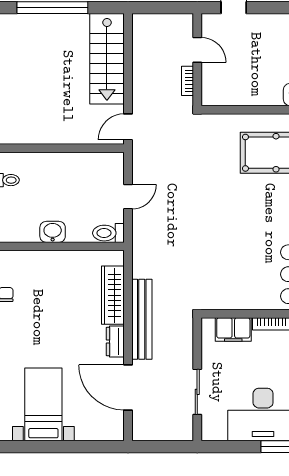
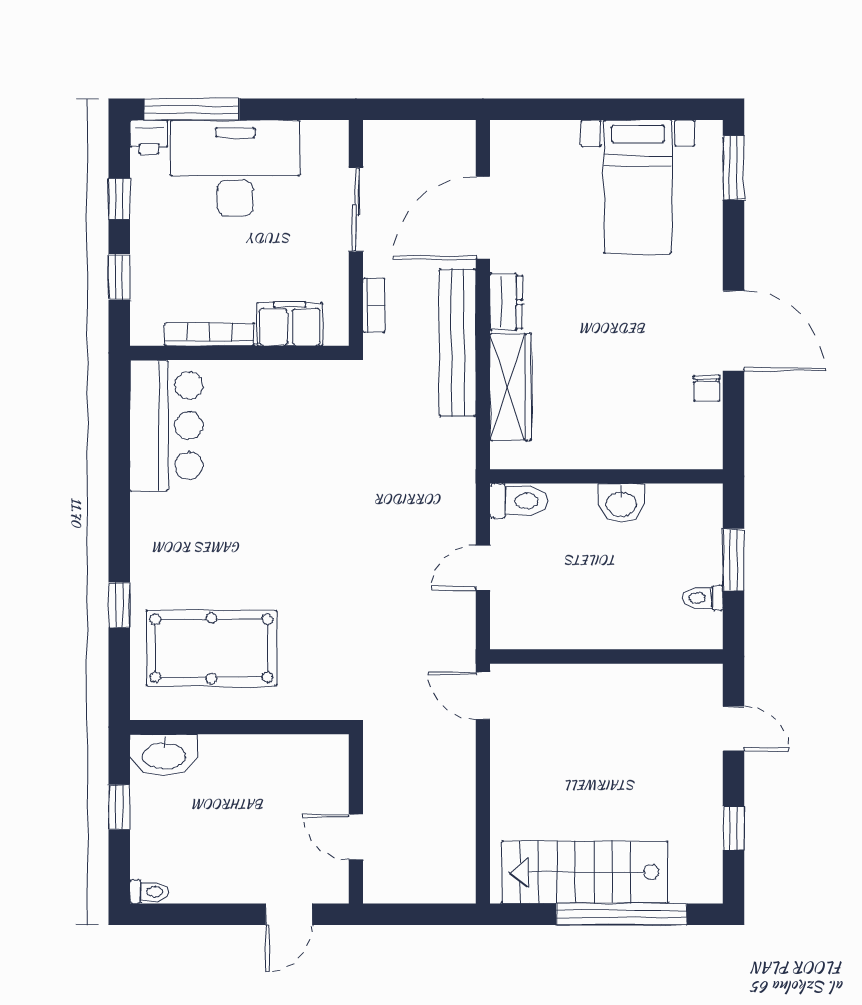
stairs: (107, 59) -> (585, 872), moved, turned -90
bookcase: (187, 81) -> (374, 305), moved
door: (128, 127) -> (483, 696), swing flipped
door: (128, 388) -> (483, 218), swing flipped

